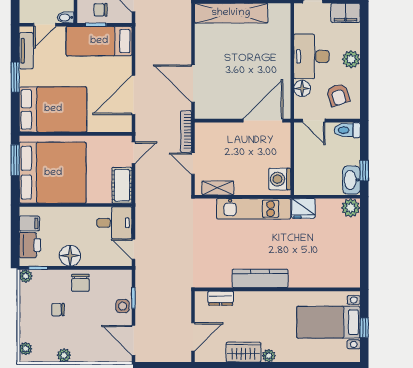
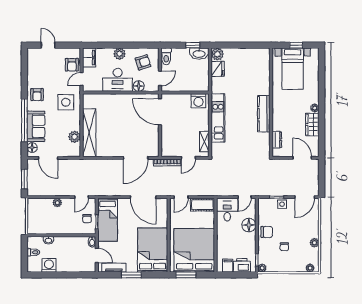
door: (133, 153) -> (181, 197), swing flipped
fridge: (303, 208) -> (218, 69), moved
floor lamp: (70, 256) -> (249, 225), moved

